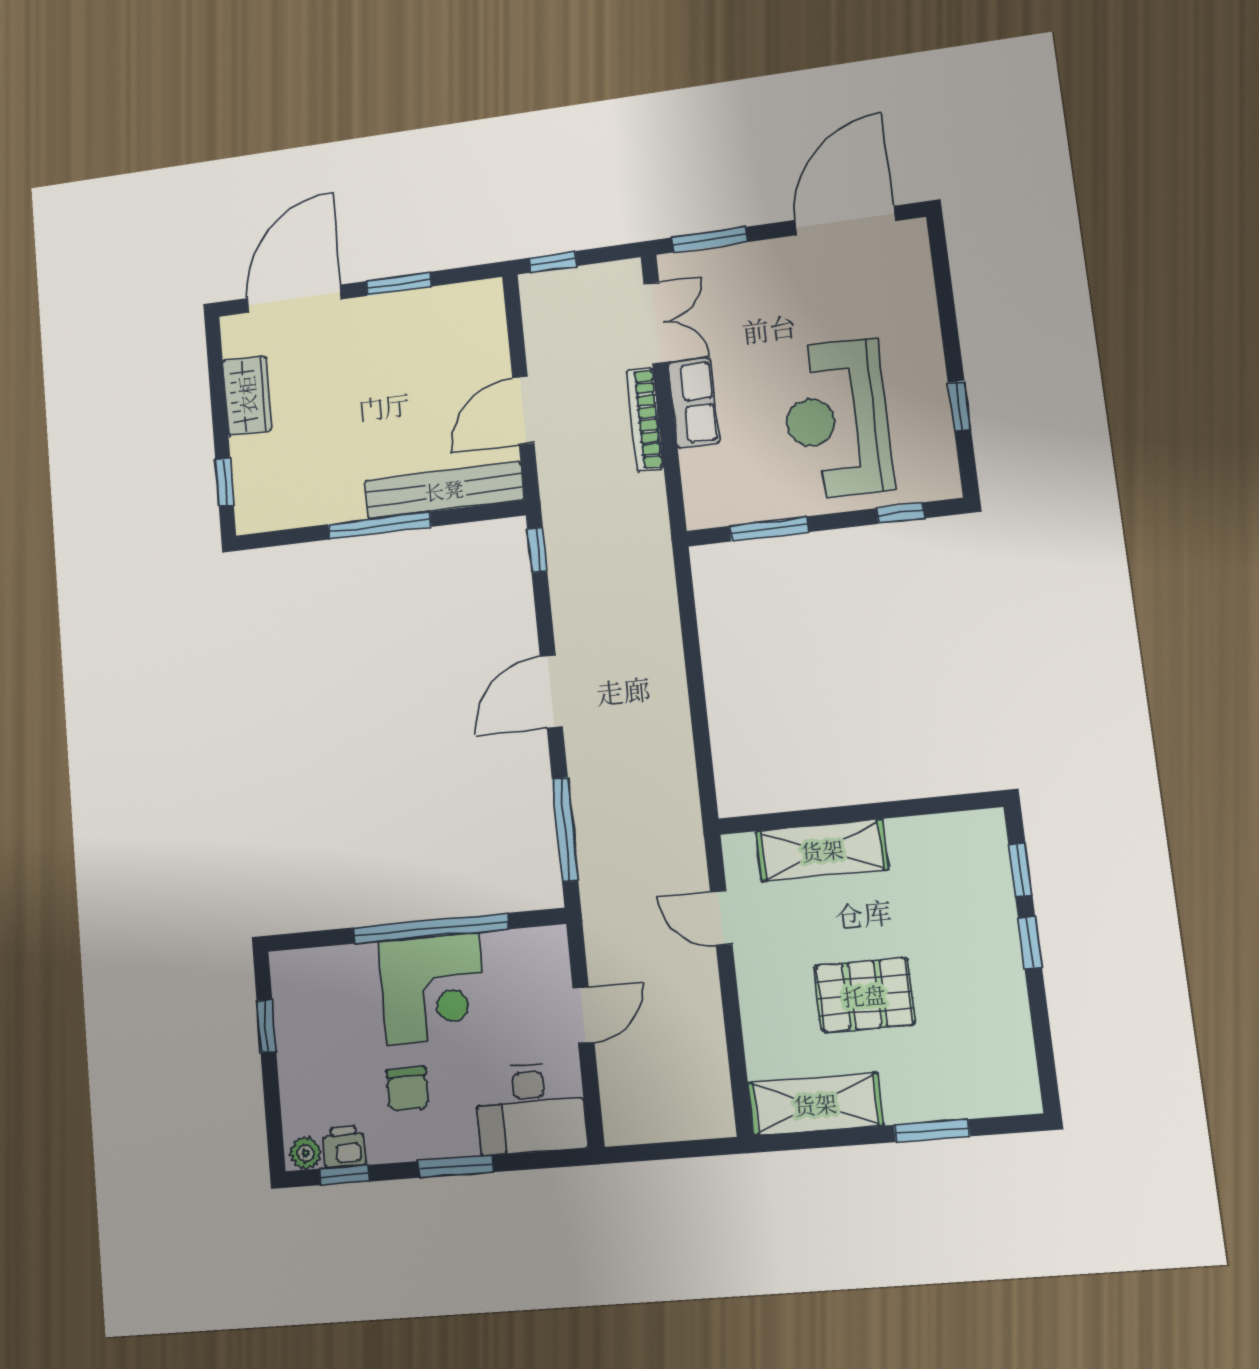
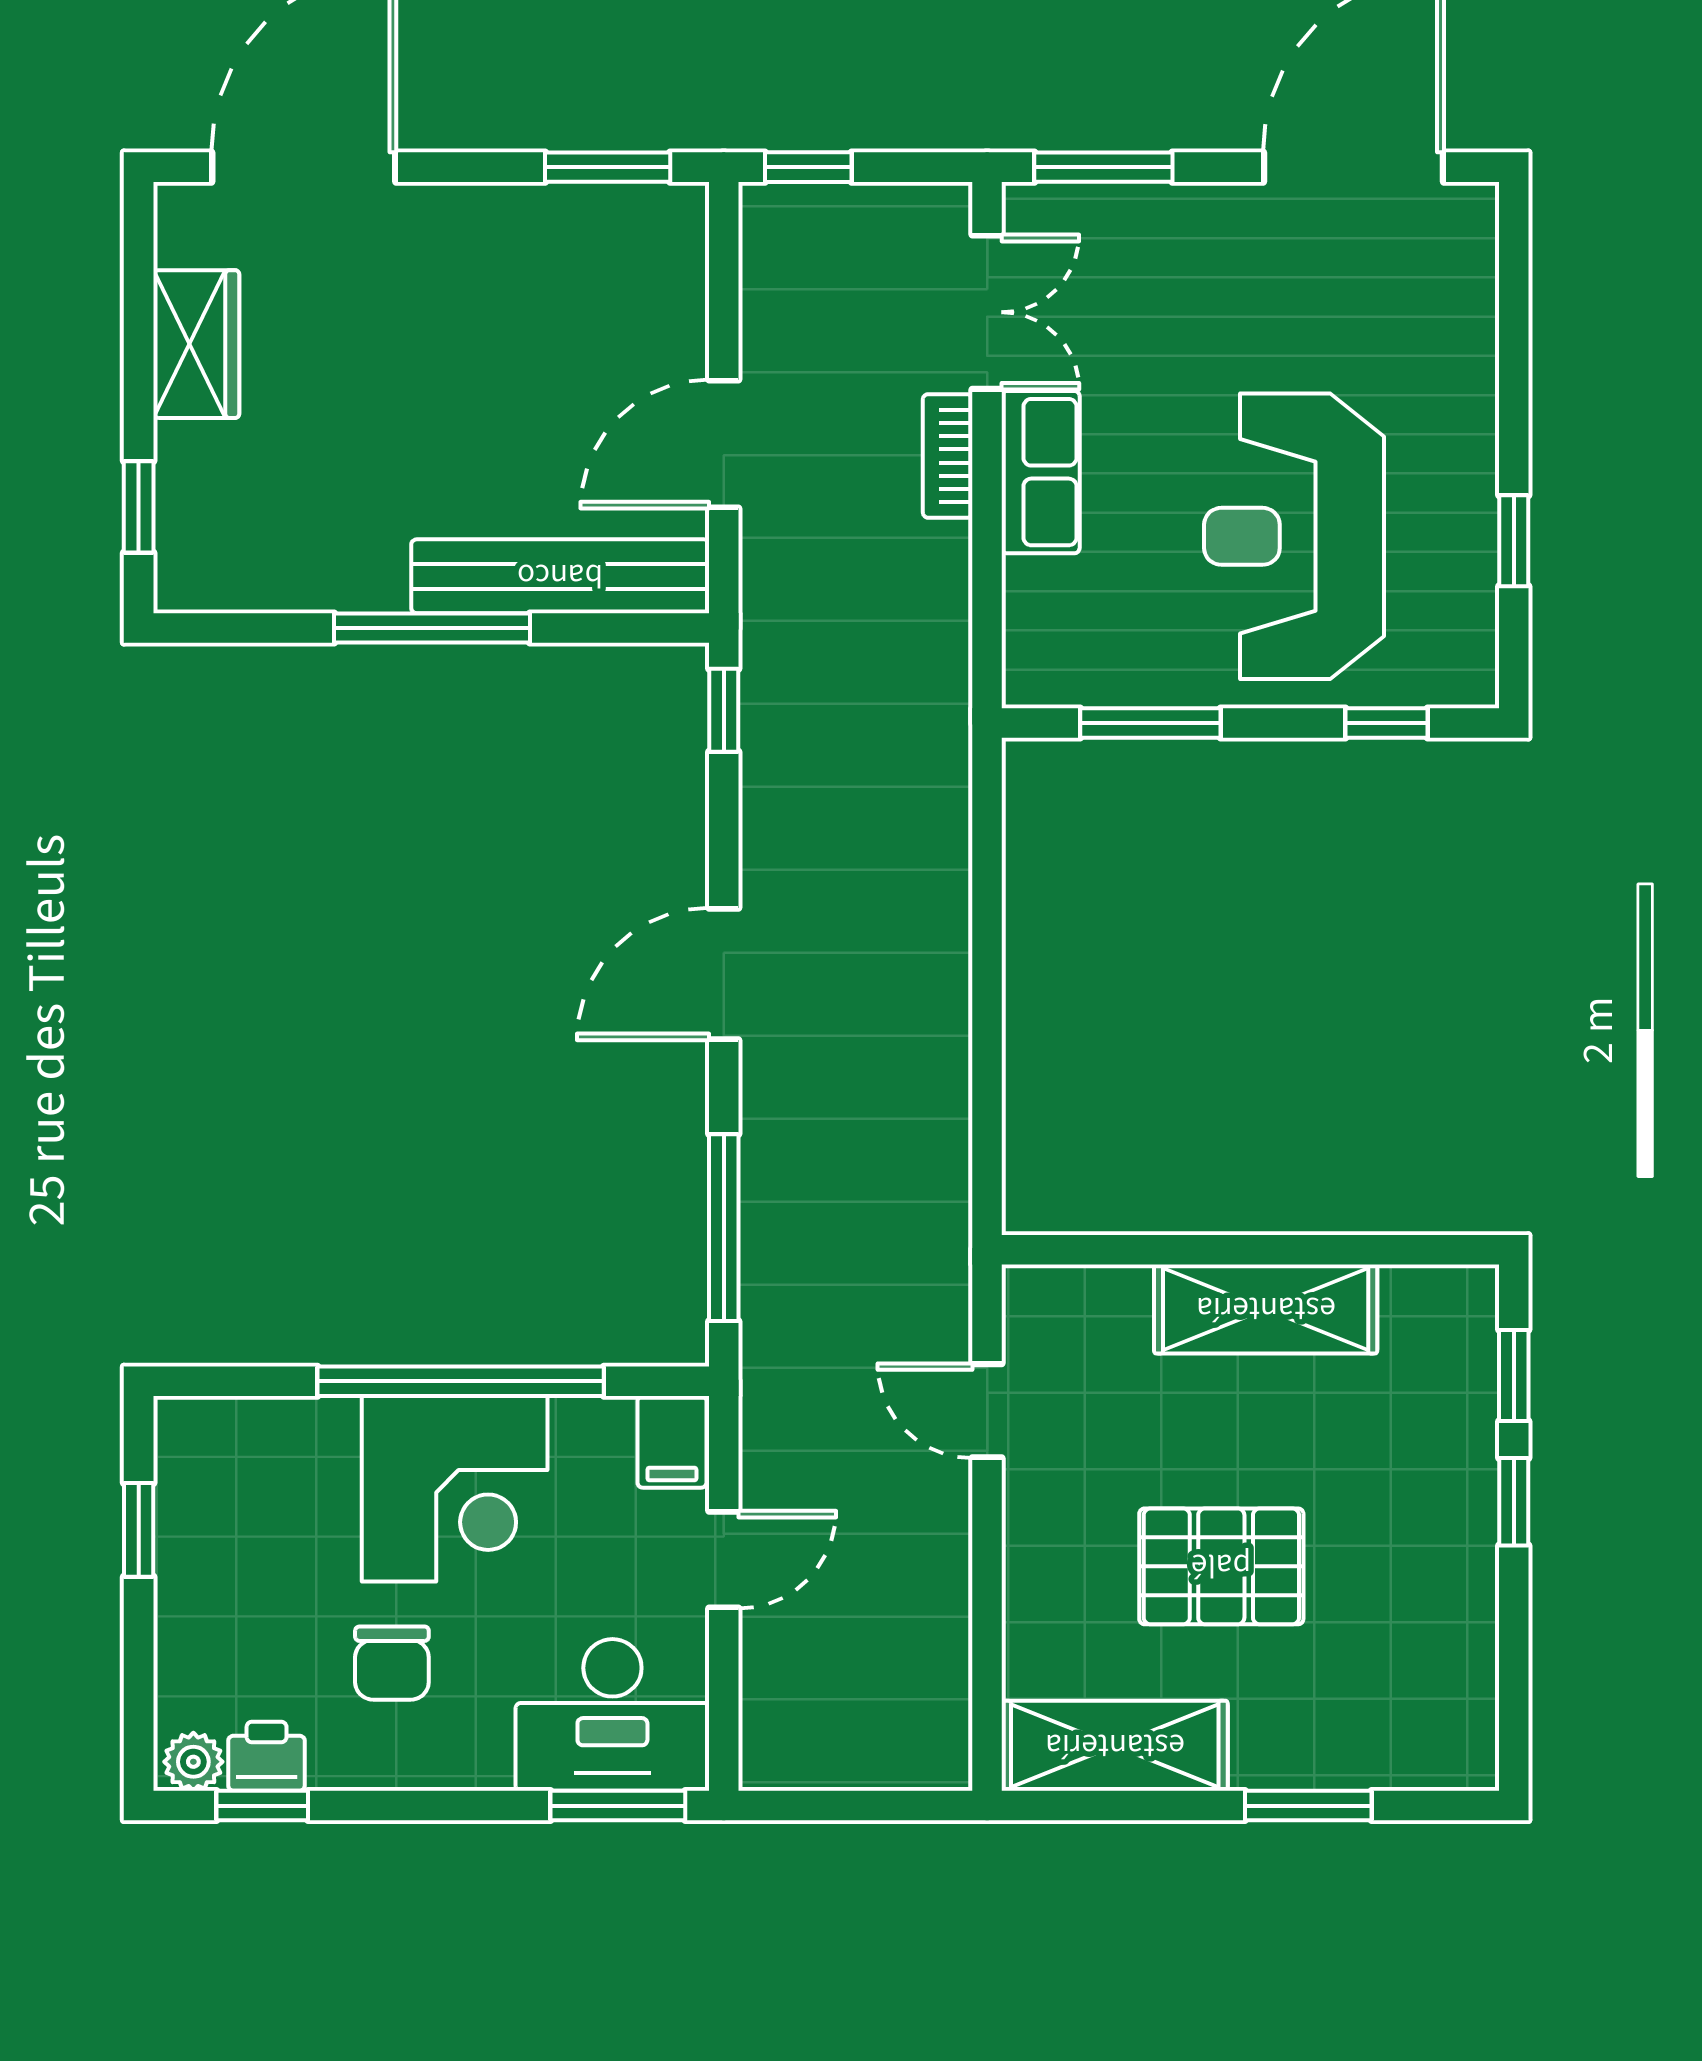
window: (399, 284) -> (608, 167), moved
bookcase: (645, 419) -> (948, 456), width x0.64
shelving: (822, 850) -> (1266, 1309), moved
filing cabinet: (548, 951) -> (672, 1442), added
window: (456, 1167) -> (618, 1806), moved

